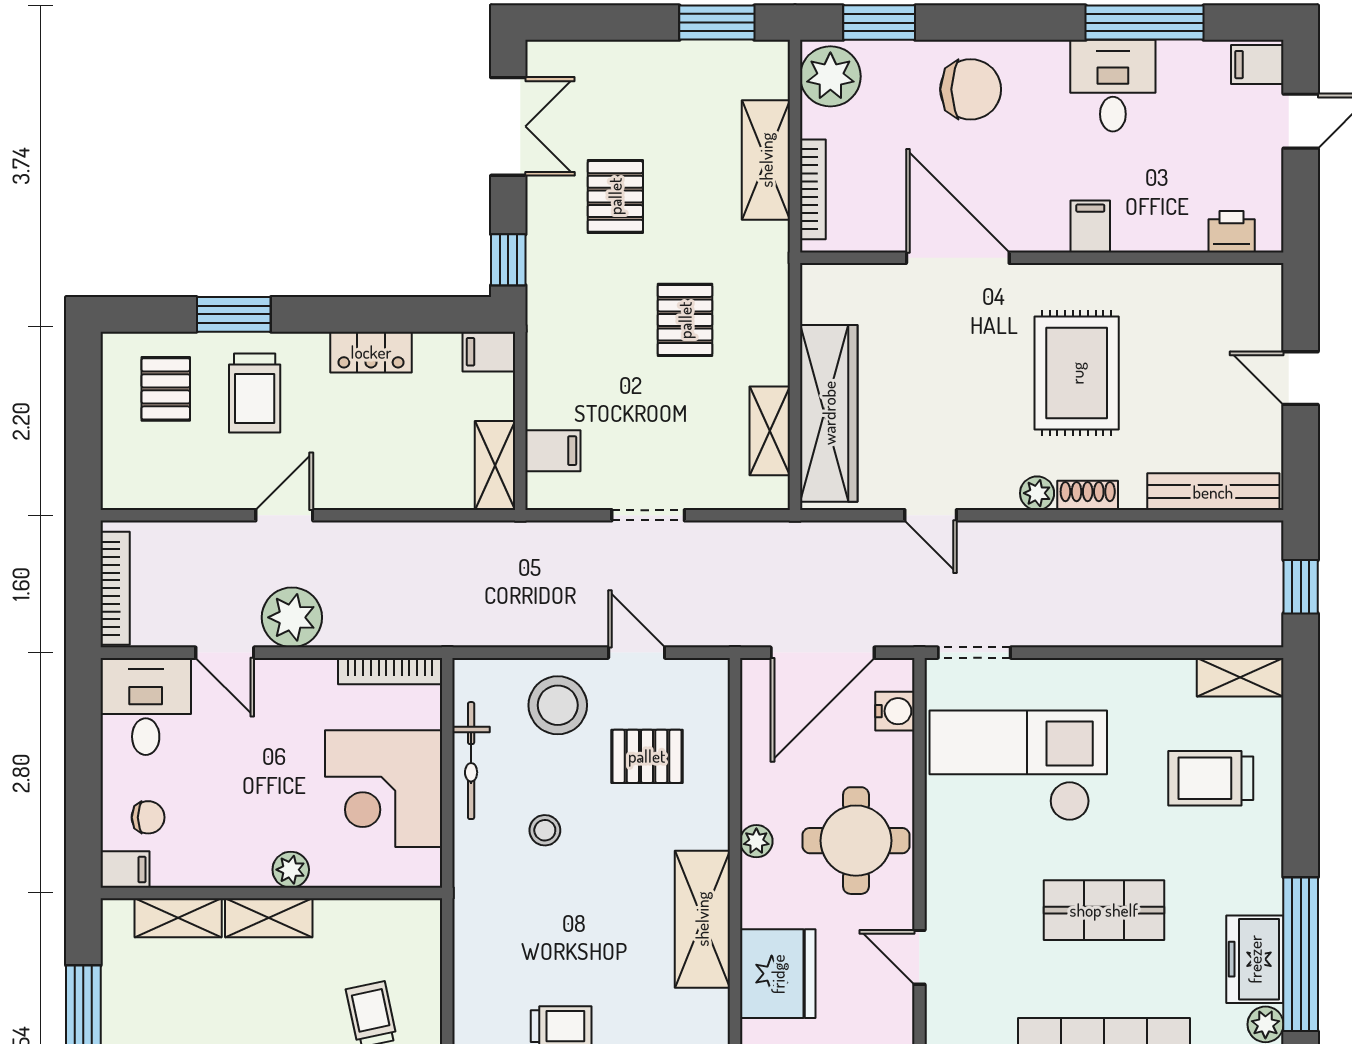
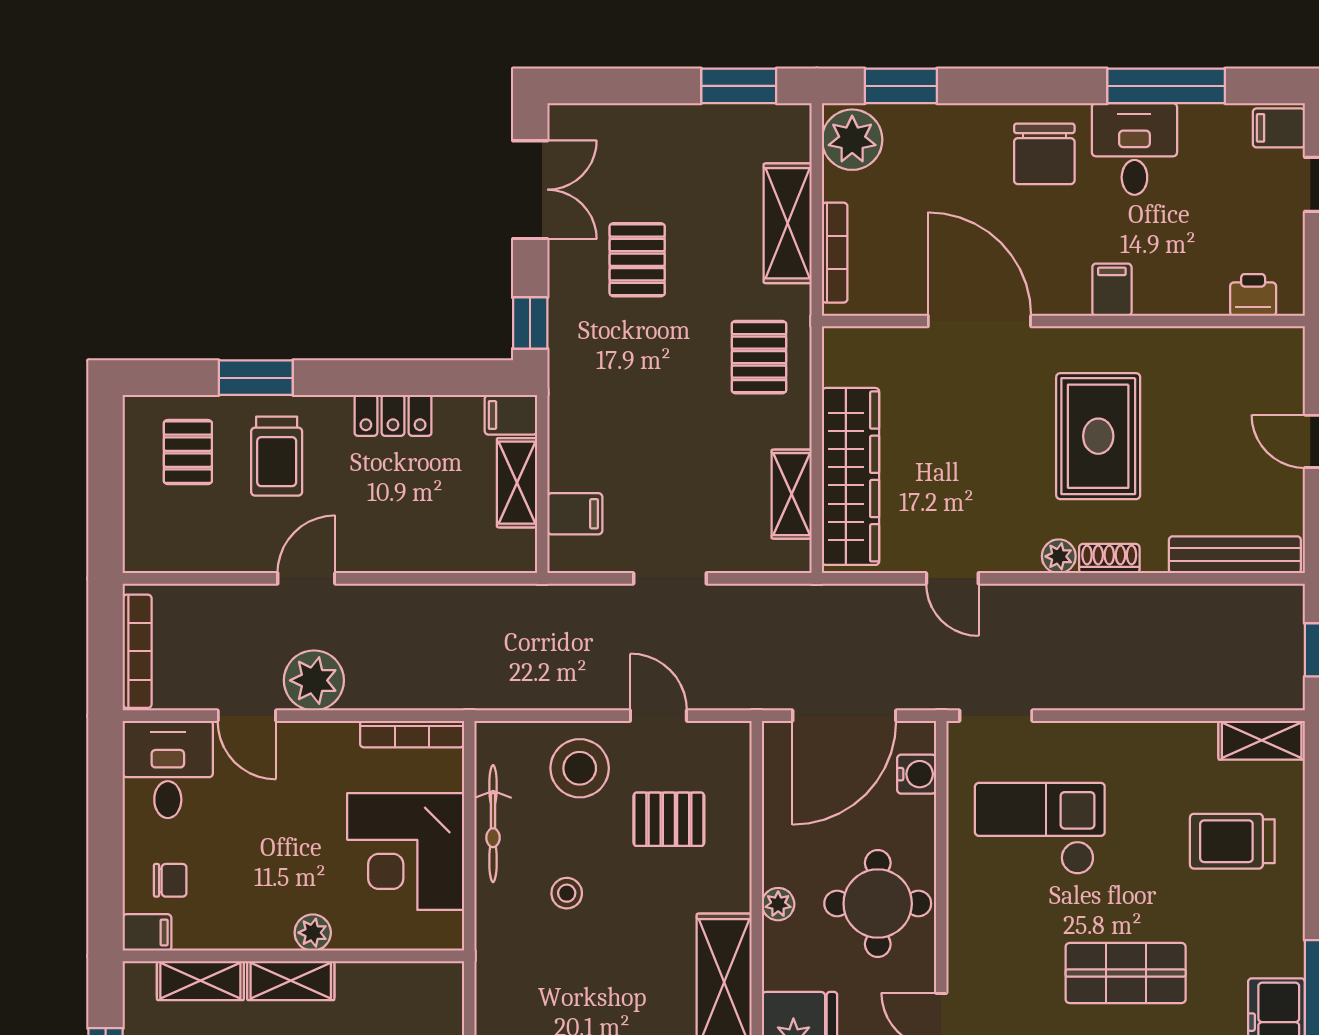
chair: (971, 89) -> (1044, 154), moved, turned 90
pallet: (685, 320) -> (759, 357), moved
shelving: (495, 465) -> (517, 483), moved
checkout: (1018, 766) -> (1040, 829), width x0.73, depth x0.83

